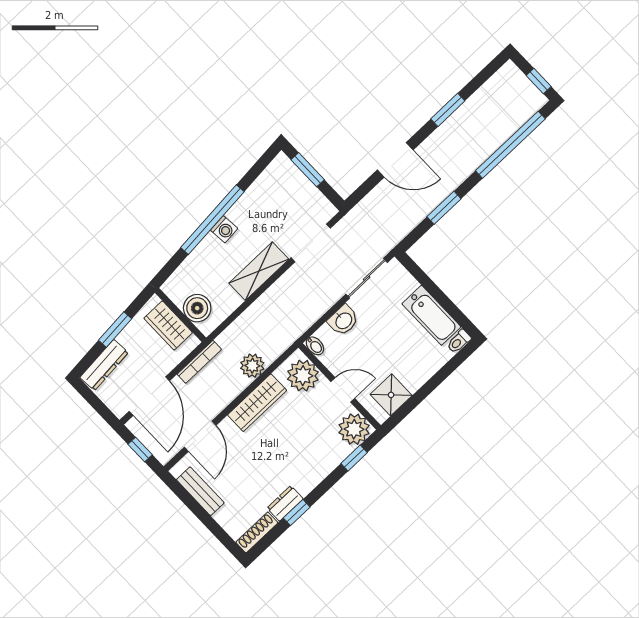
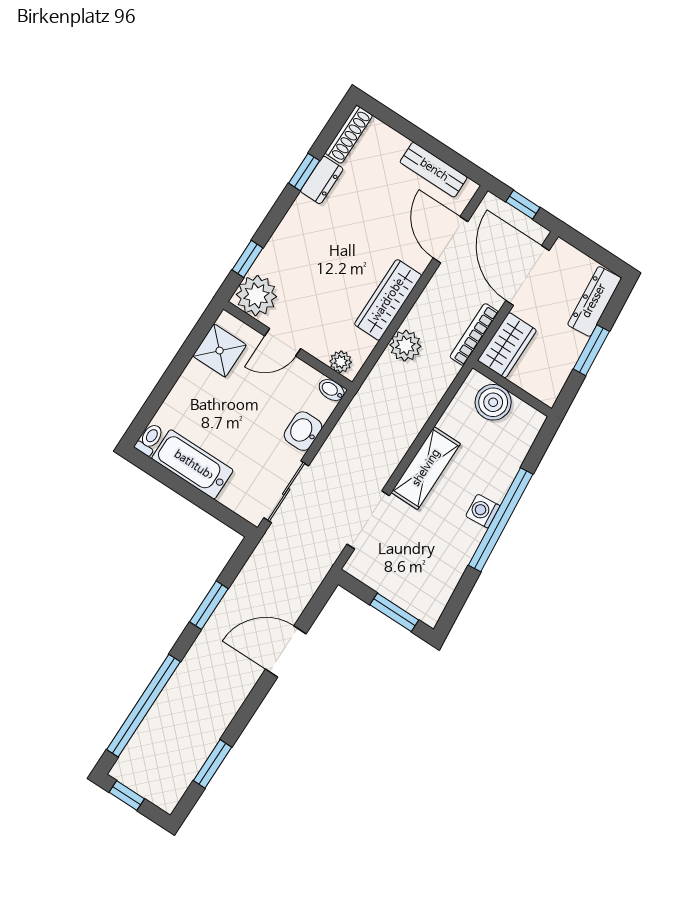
window: (448, 110) -> (212, 764), moved
wardrobe: (168, 325) -> (507, 345), moved, turned 90
plant: (303, 376) -> (341, 362), width x0.53, depth x0.53

